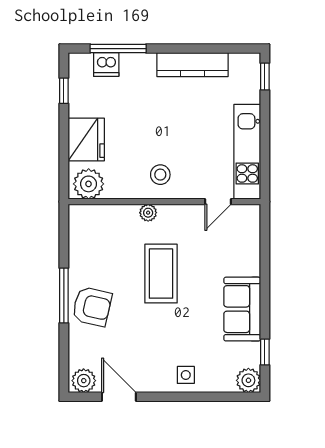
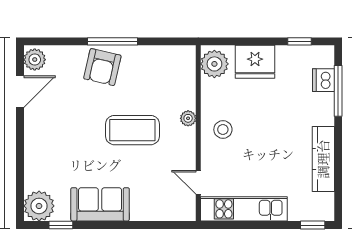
side table: (186, 375) -> (40, 153), removed
plant: (248, 380) -> (39, 206), width x1.36, depth x1.36

